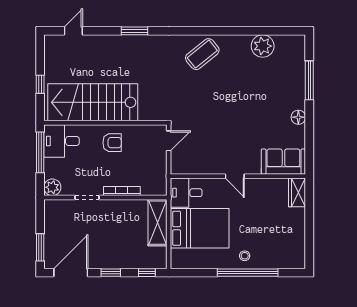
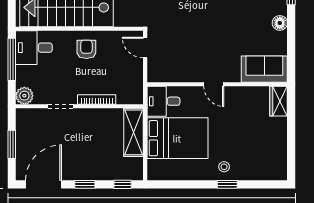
door: (169, 141) -> (145, 47), swing flipped
armchair: (112, 143) -> (86, 49), turned -90
window: (40, 247) -> (12, 144), moved
window: (248, 273) -> (227, 184), width x0.32

